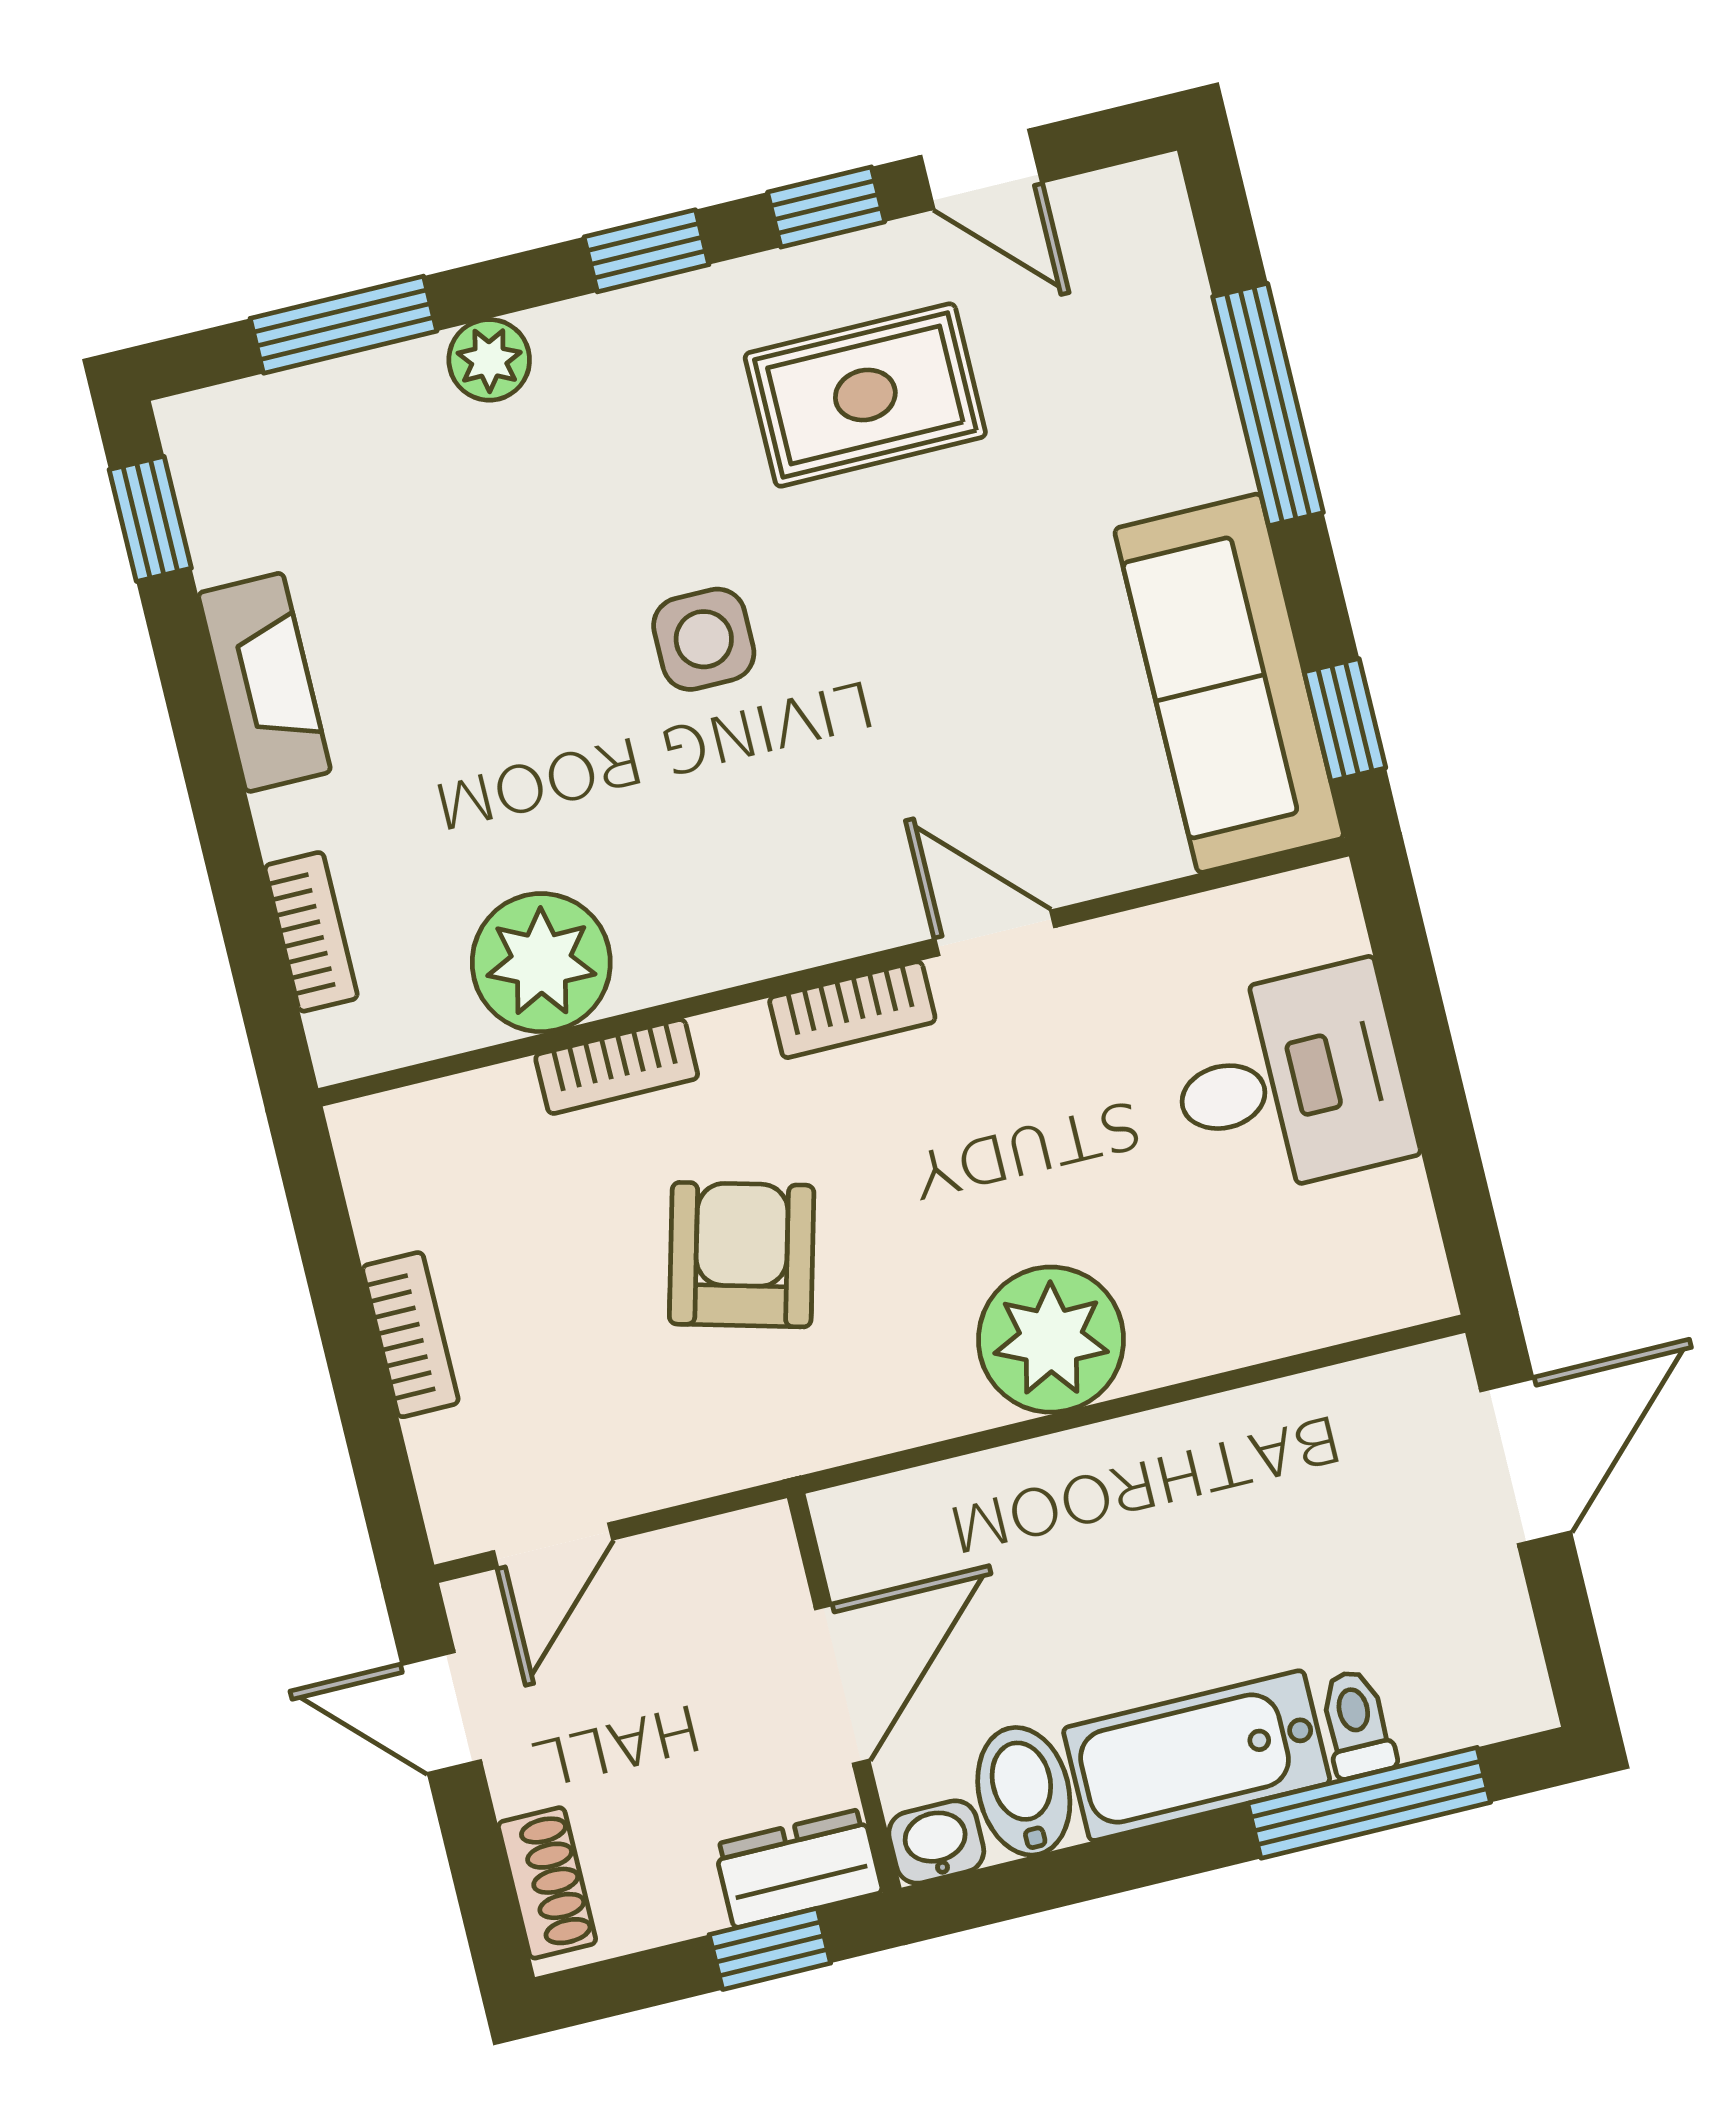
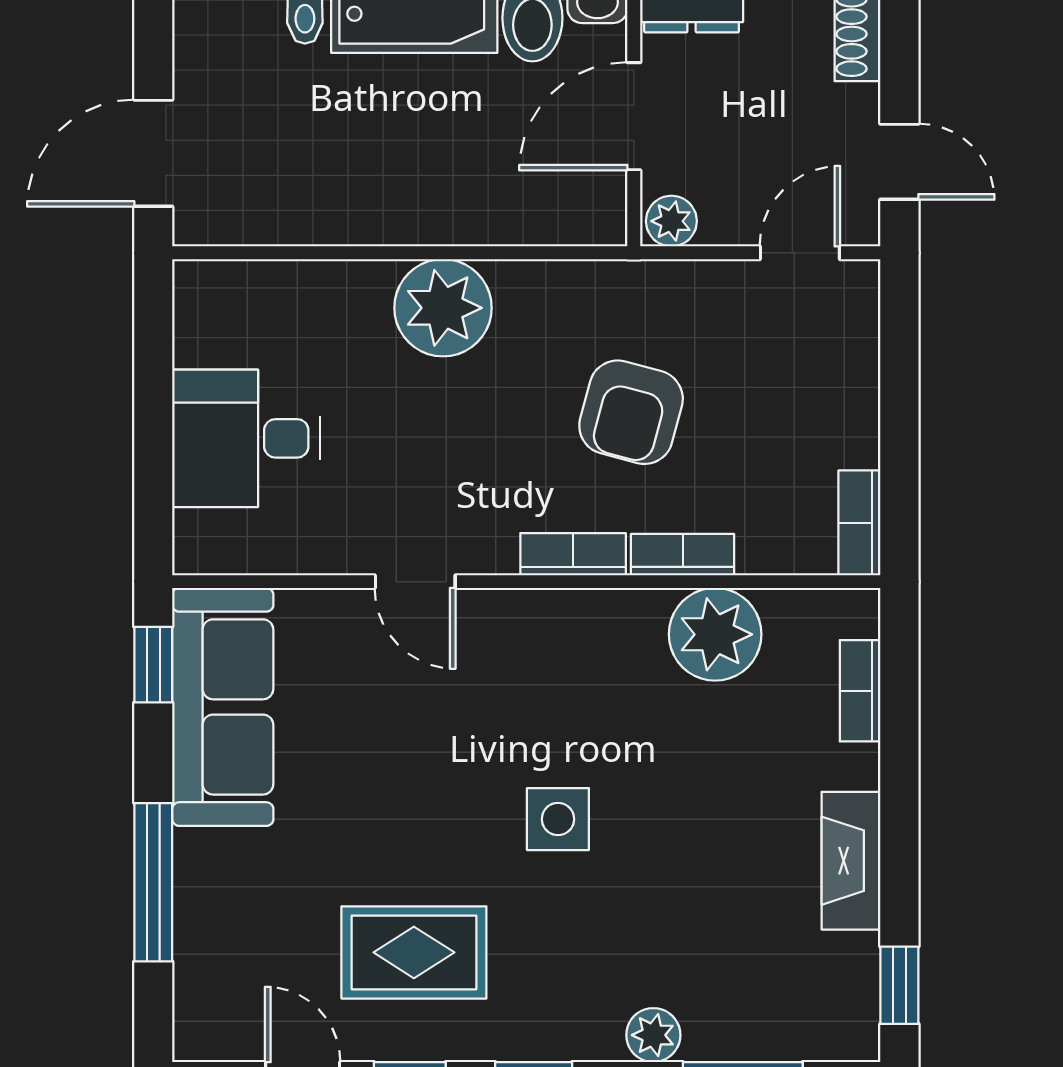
bookcase: (852, 1010) -> (573, 554), moved
bookcase: (410, 1335) -> (859, 523), moved
plant: (751, 1546) -> (671, 221), added

